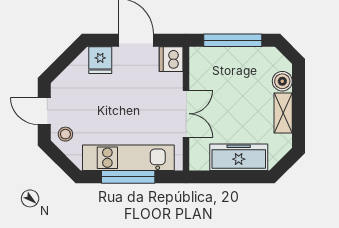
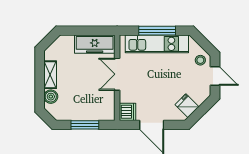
window: (233, 40) -> (85, 125), width x0.69
fridge: (100, 60) -> (187, 106), moved, turned -45
freezer: (239, 157) -> (95, 44), moved

